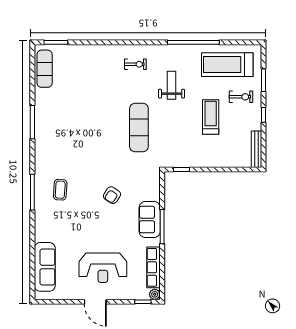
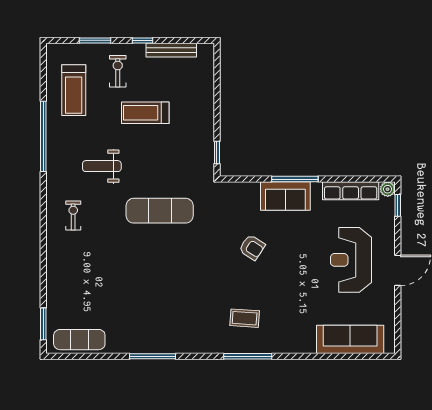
treadmill: (227, 65) -> (74, 90), width x0.73, depth x0.73
bench: (256, 149) -> (171, 50), moved
reception desk: (103, 268) -> (351, 260), turned 180

